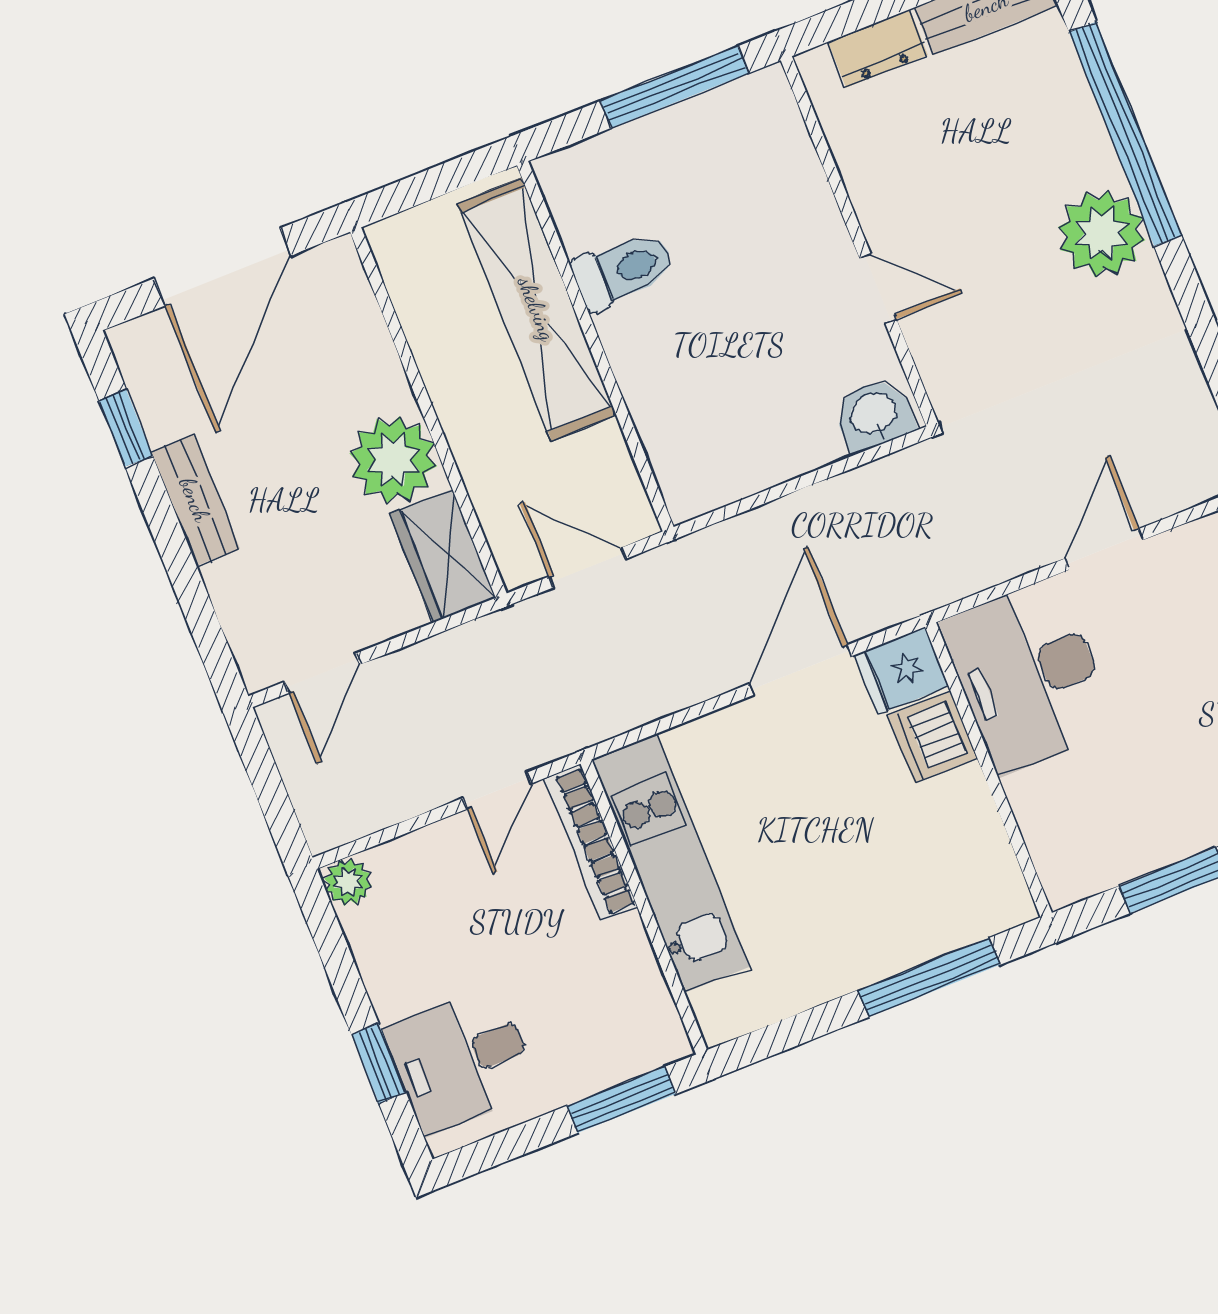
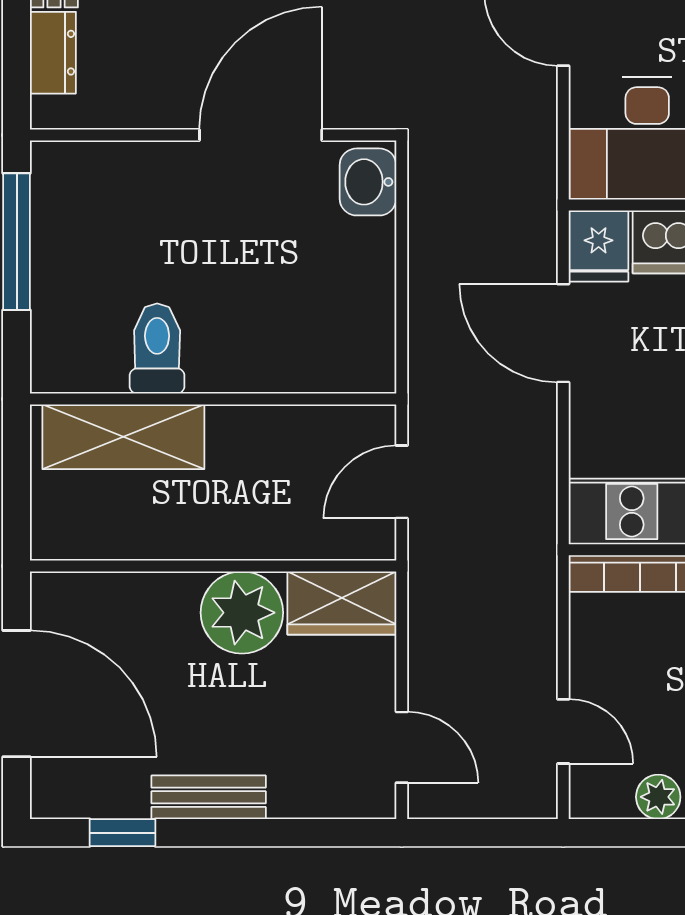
door: (878, 289) -> (261, 135), width x1.88
shelving: (537, 309) -> (123, 437), width x0.68
door: (497, 791) -> (563, 731), moved
plant: (348, 882) -> (658, 797), moved

